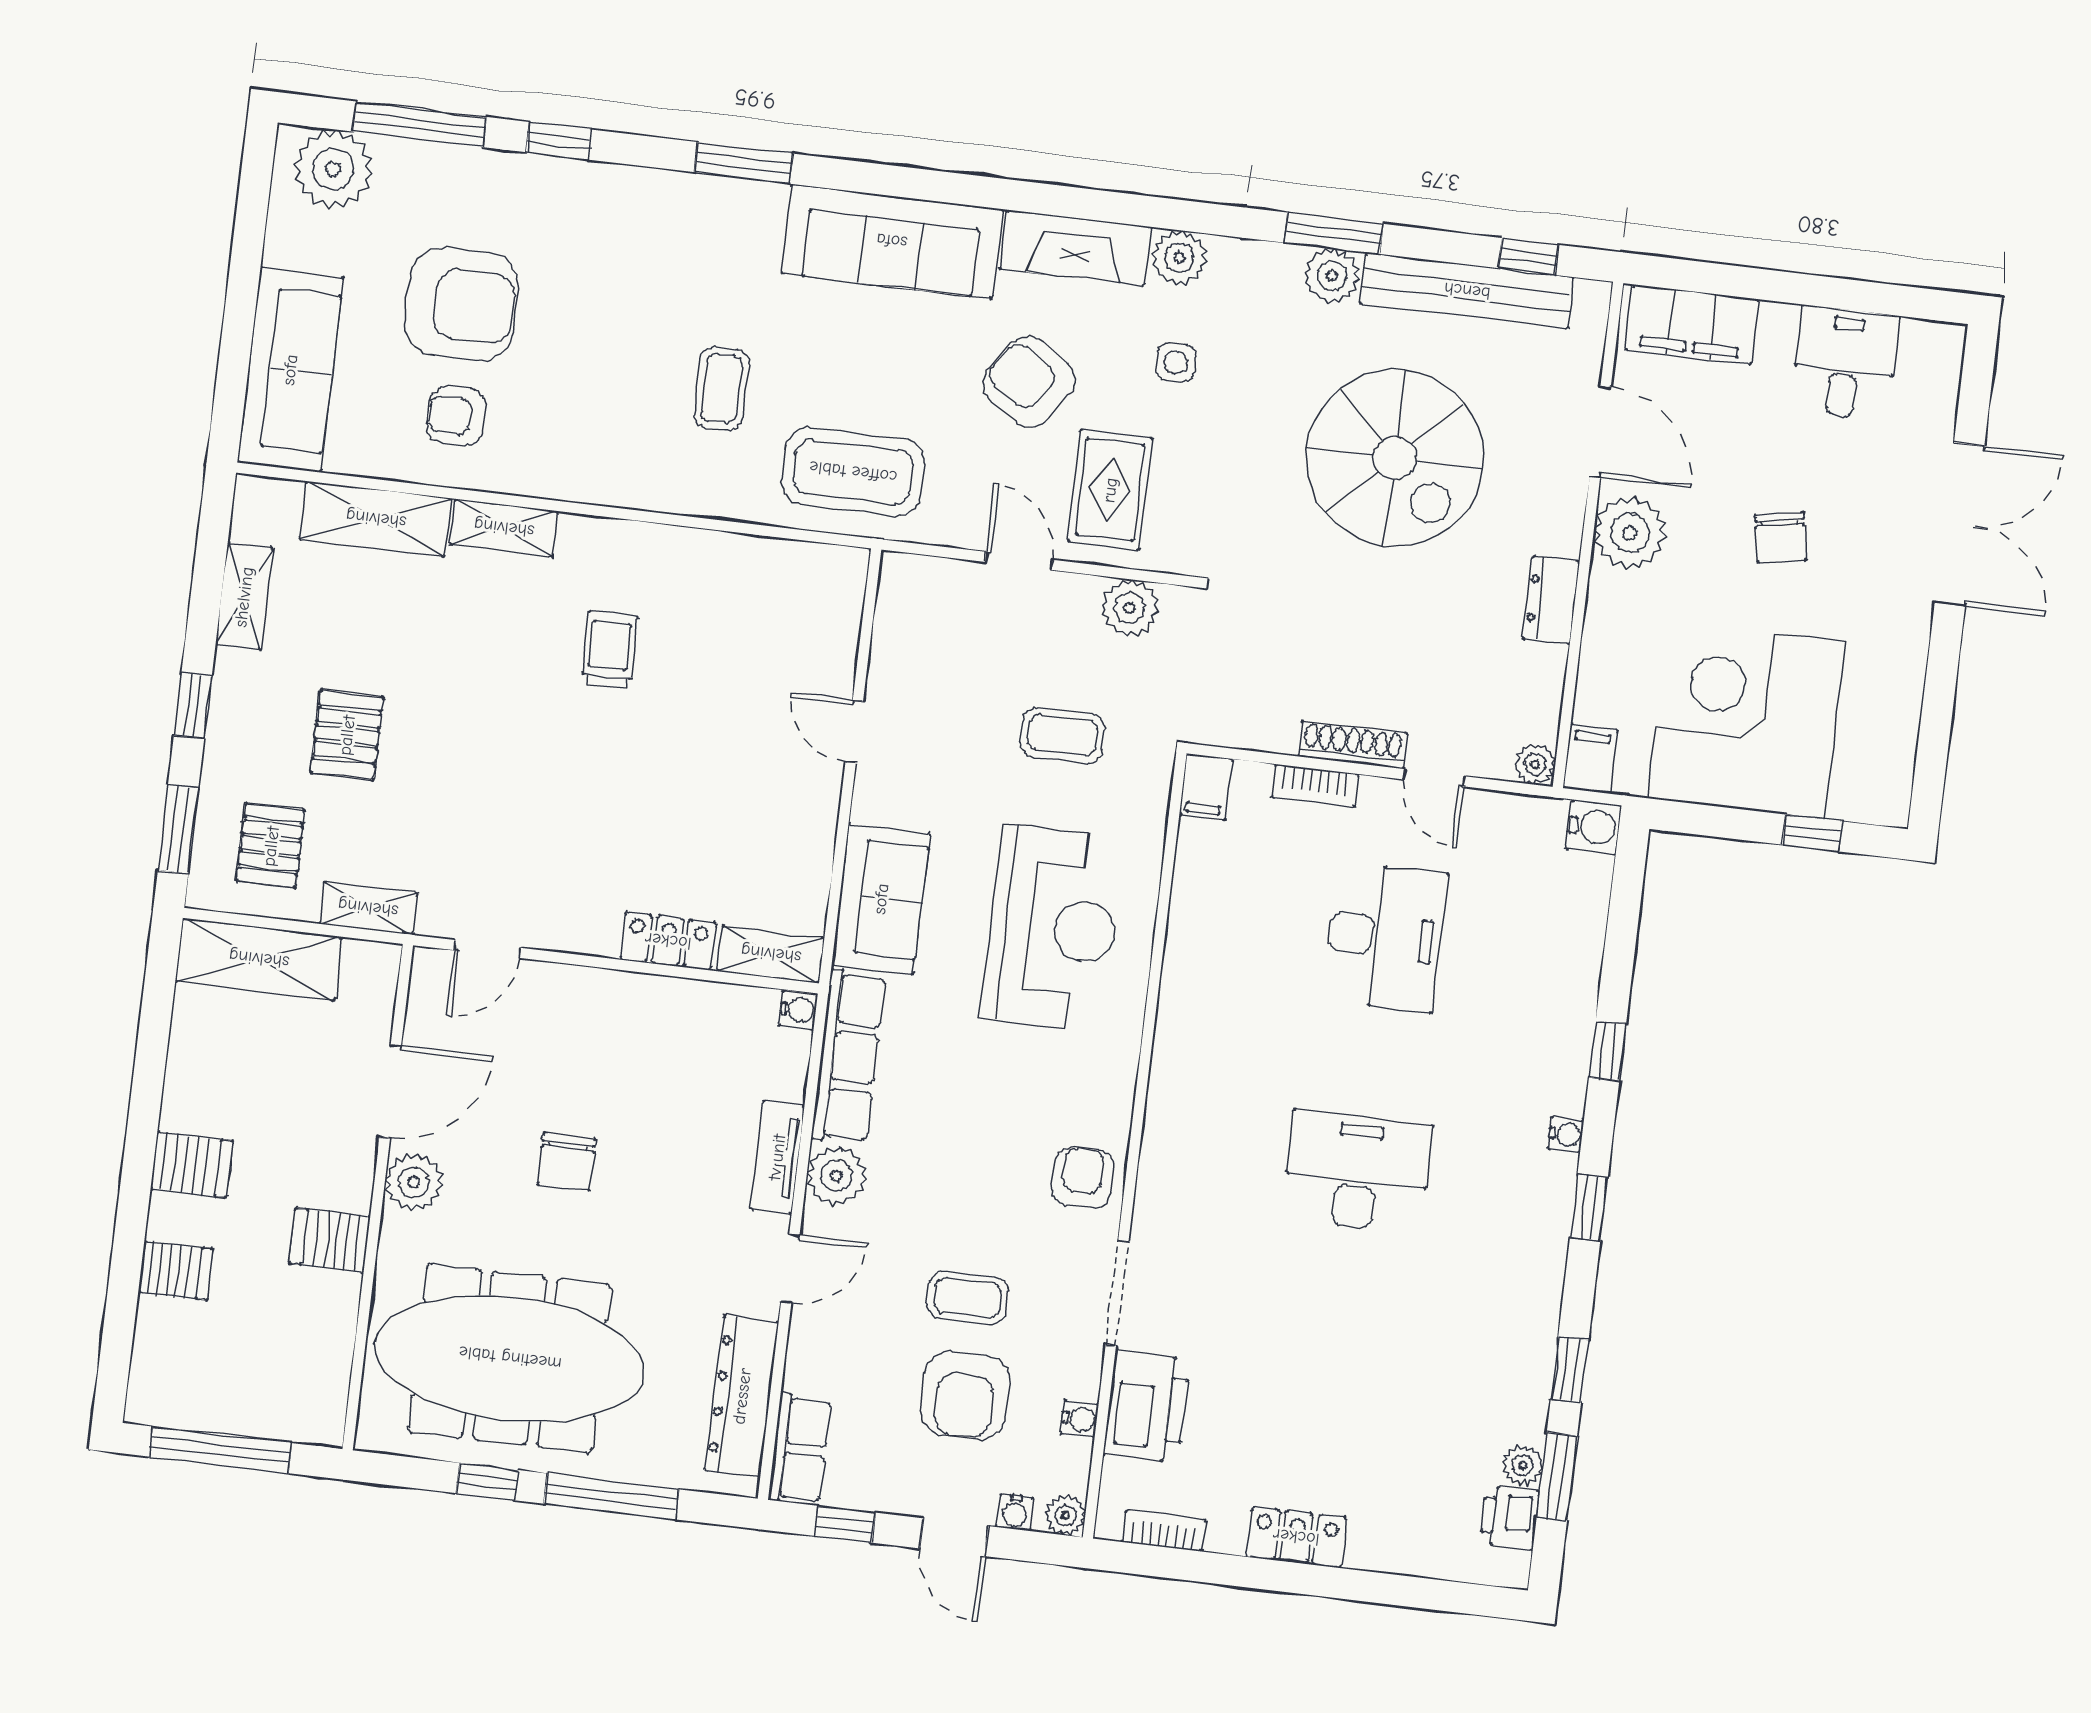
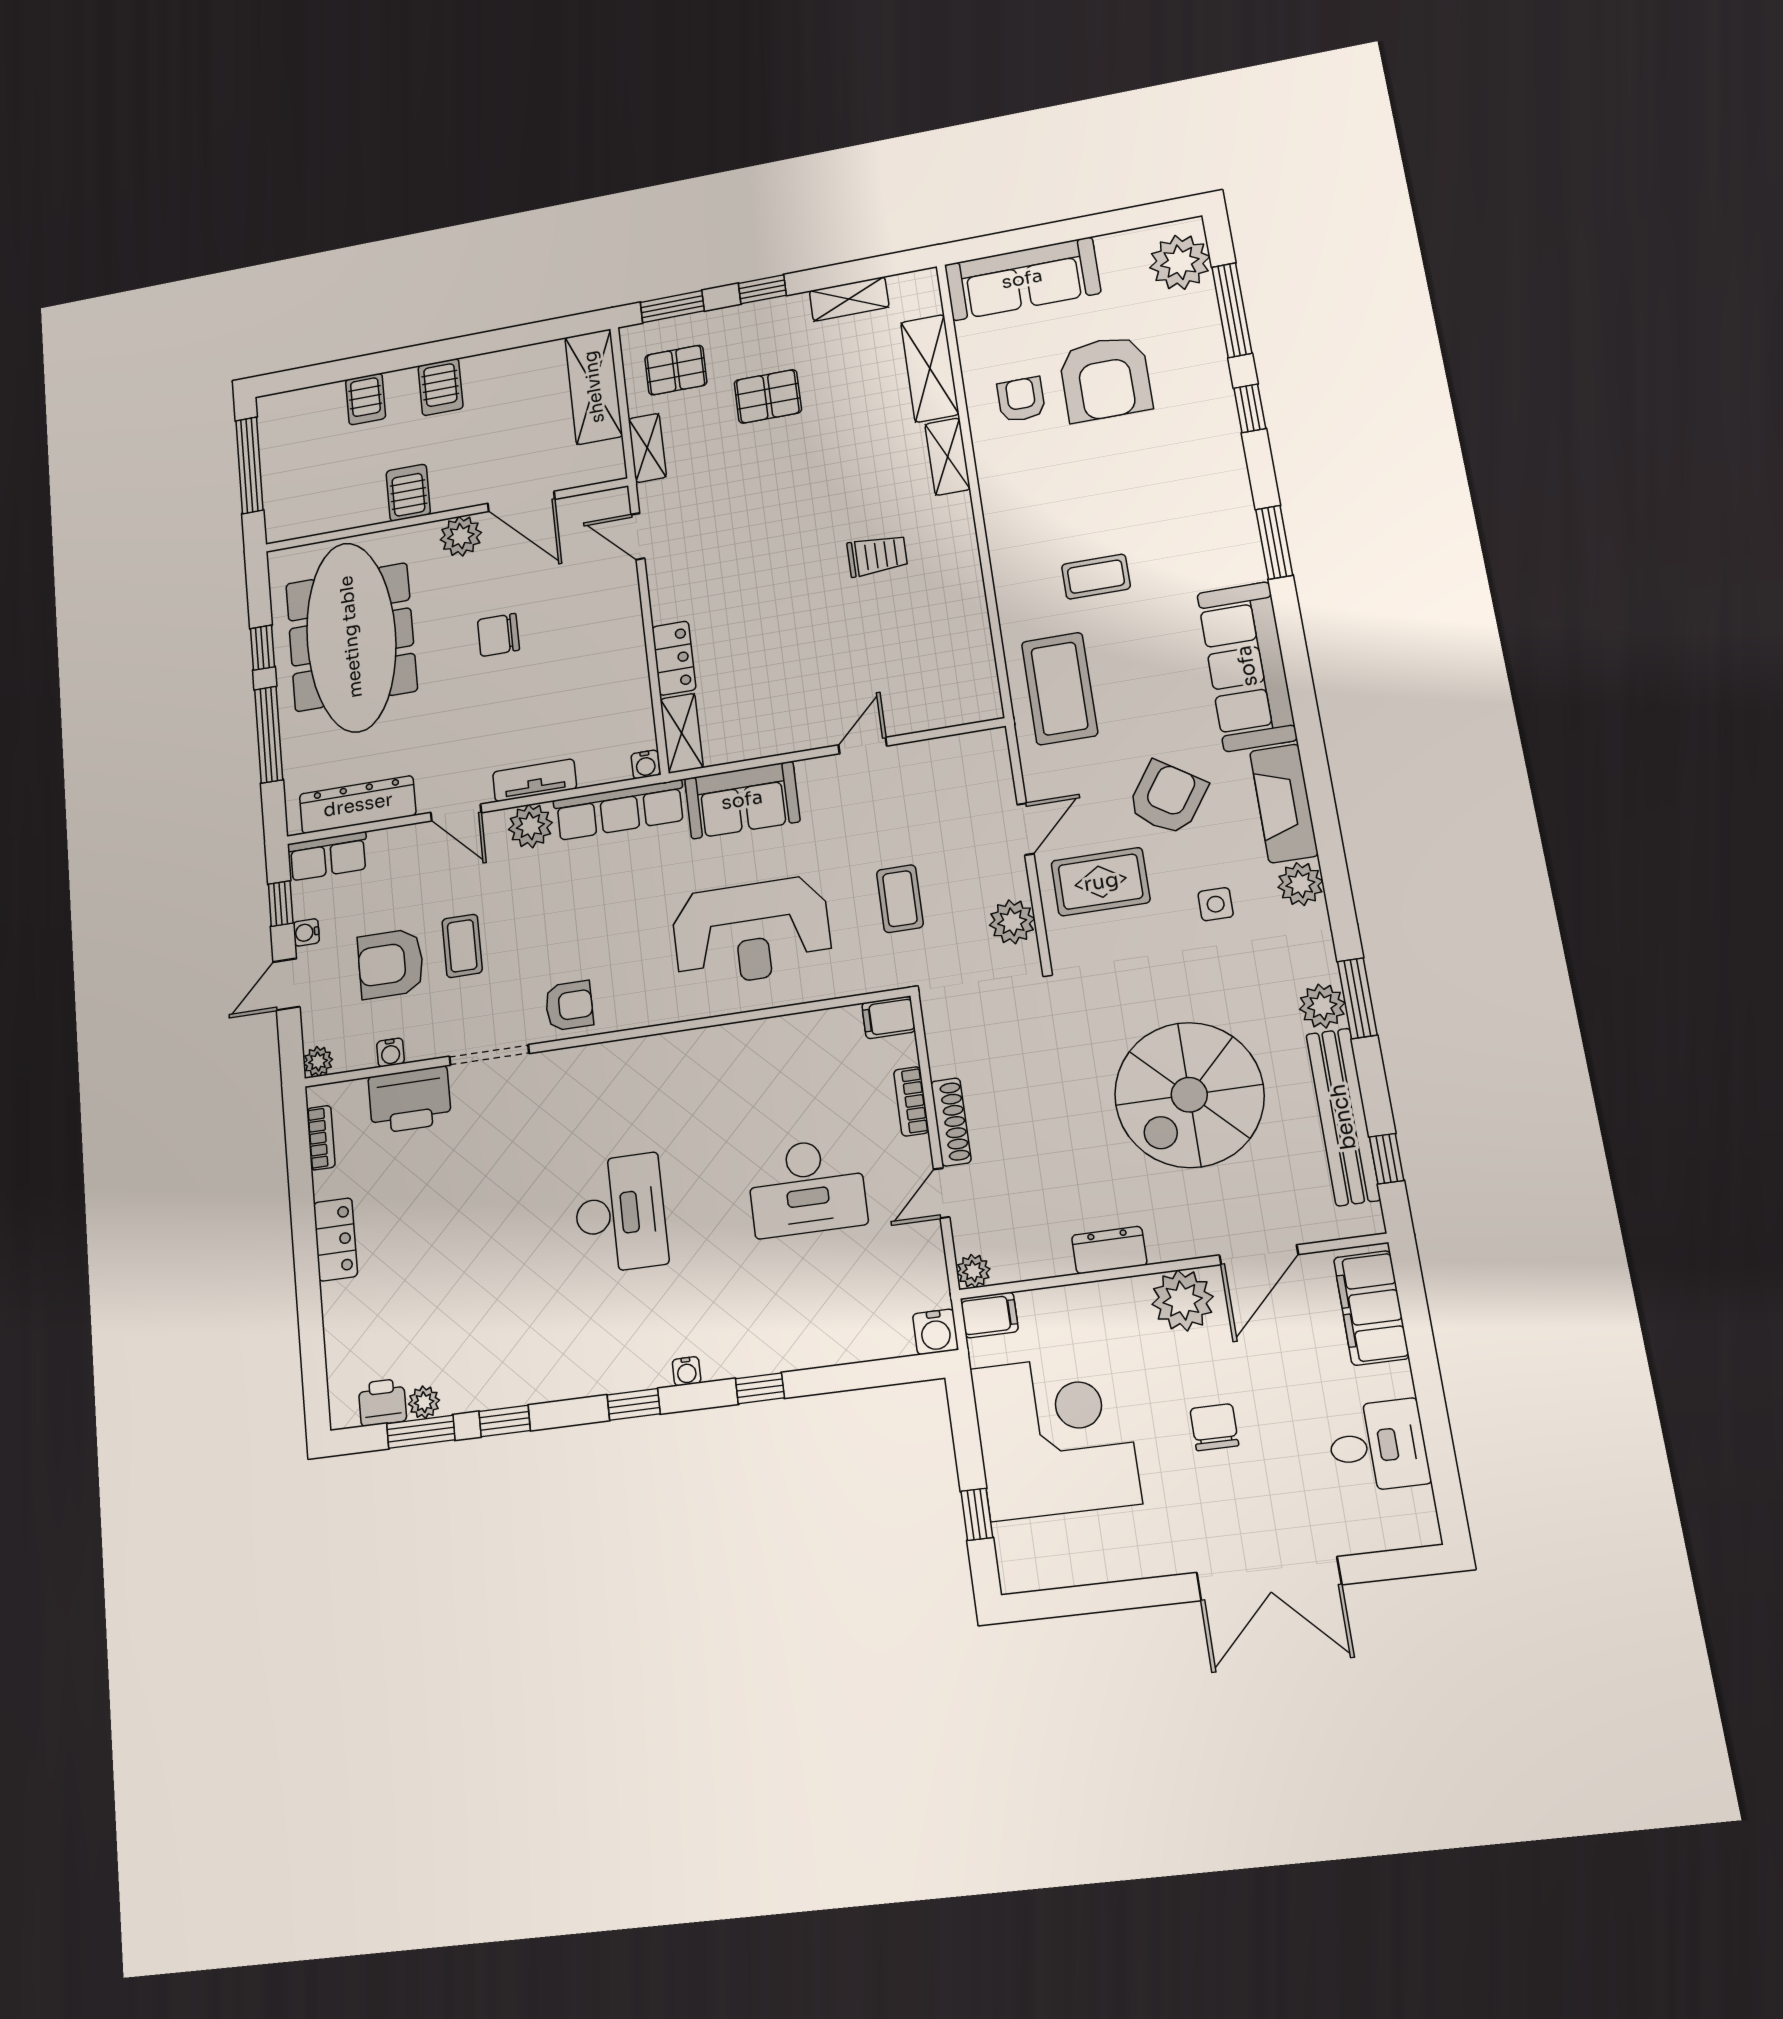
chair: (1780, 537) -> (1214, 1427), turned 100
water cooler: (1015, 1512) -> (306, 932), moved

